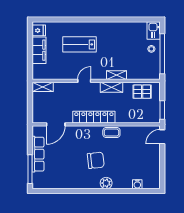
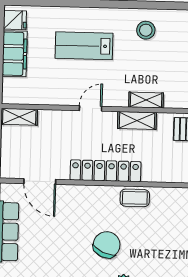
stool: (115, 34) -> (146, 30), added
door: (56, 124) -> (40, 181), hinge flipped
chair: (96, 160) -> (107, 245), turned -60

